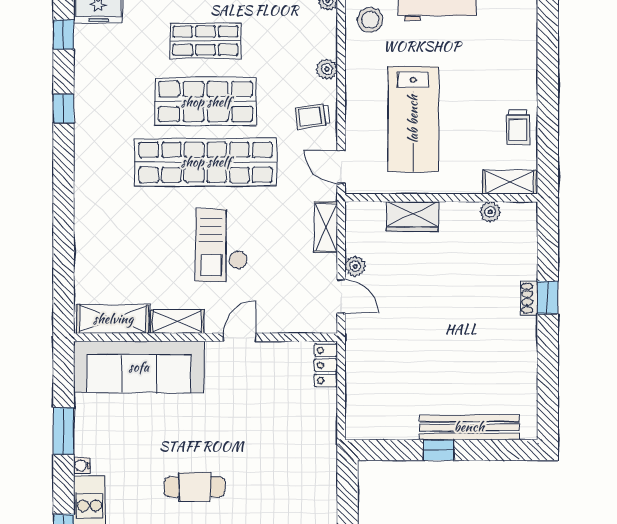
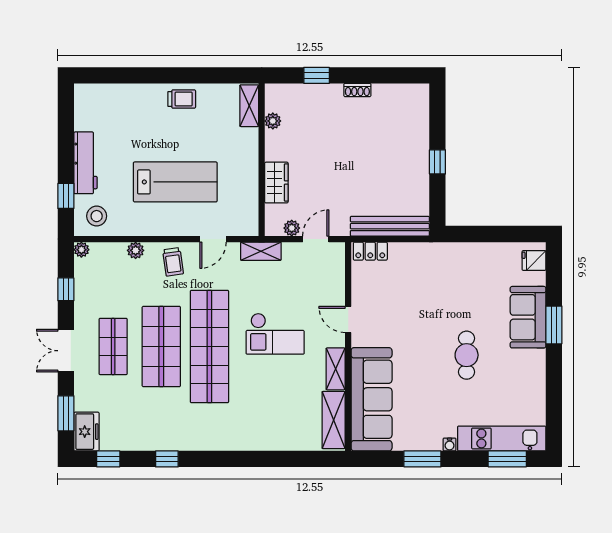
shelving: (509, 182) -> (249, 106), moved
wall: (441, 198) -> (262, 160), moved
plant: (490, 212) -> (273, 121), moved
wardrobe: (412, 216) -> (276, 183), moved
shoe rack: (529, 298) -> (357, 90), moved
bench: (469, 427) -> (390, 226), moved, turned 90

